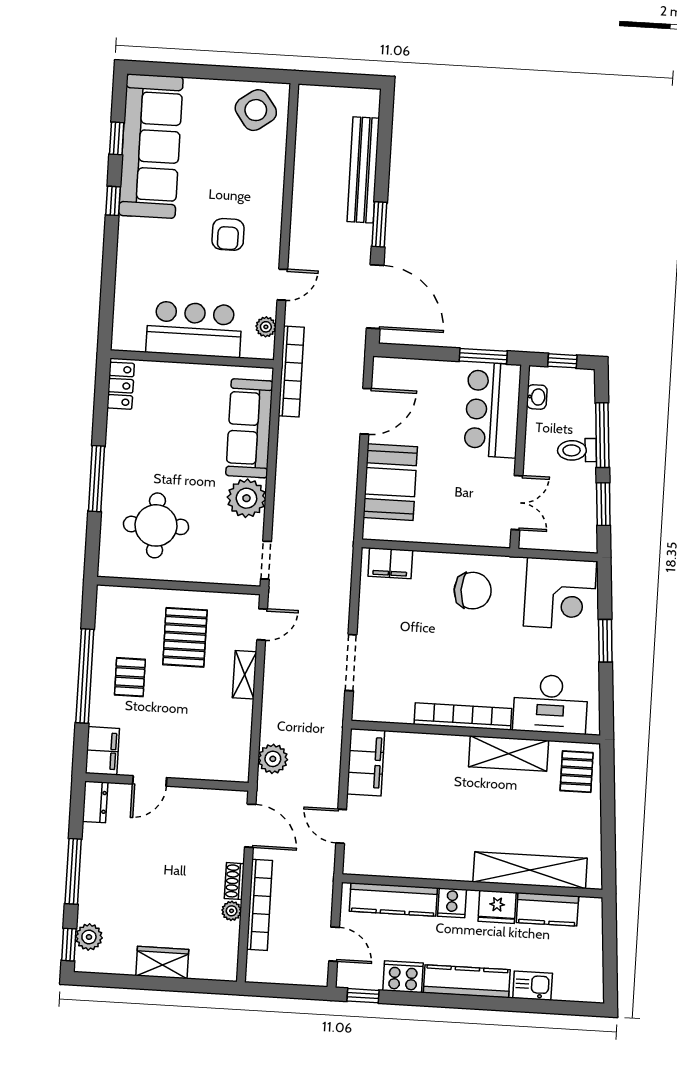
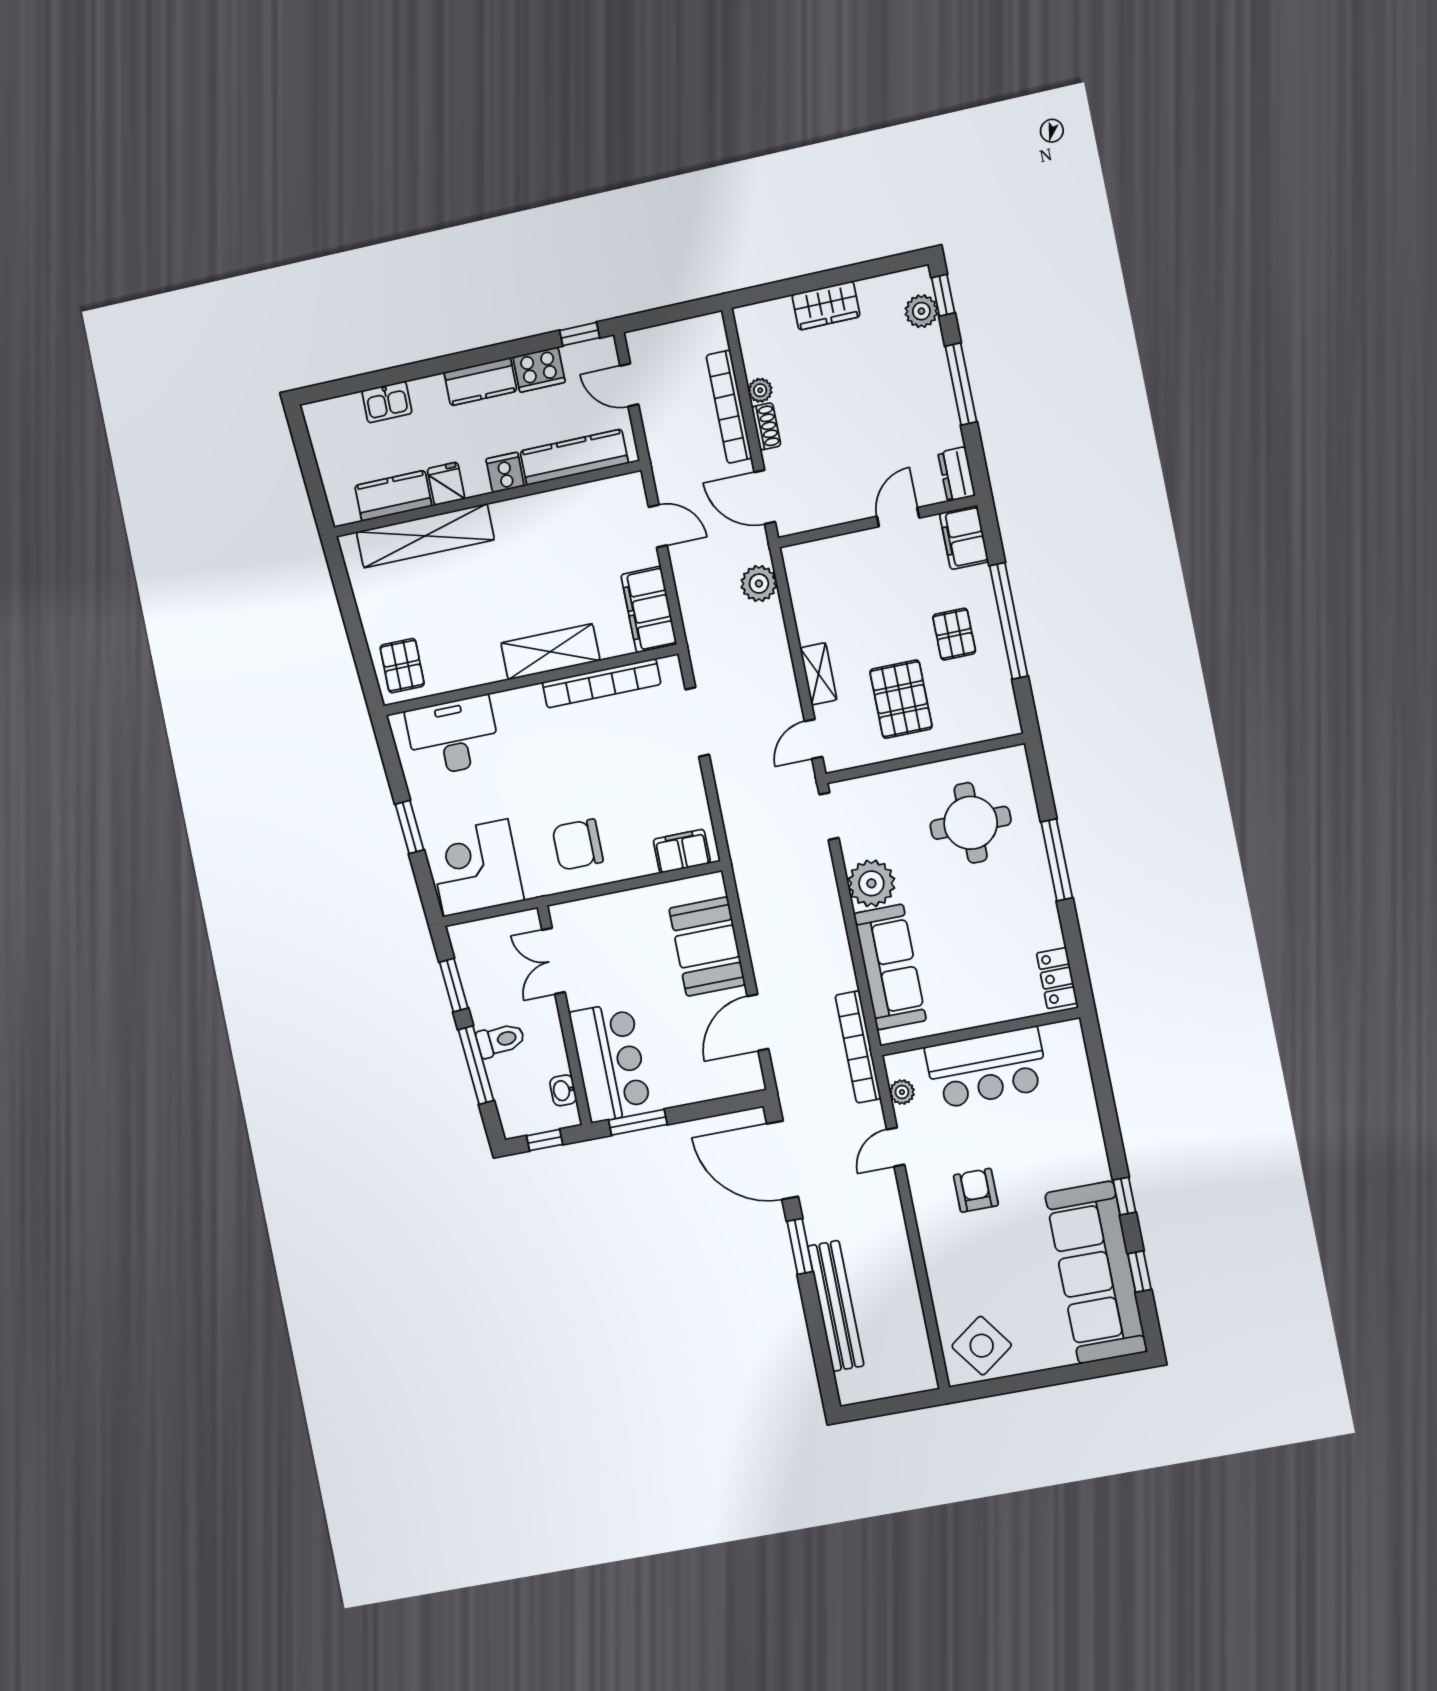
bookcase: (463, 717) -> (601, 683), moved
shelving: (509, 753) -> (550, 652), moved
fridge: (497, 907) -> (446, 484), width x0.72
kitchen counter: (467, 981) -> (480, 382), width x0.67

